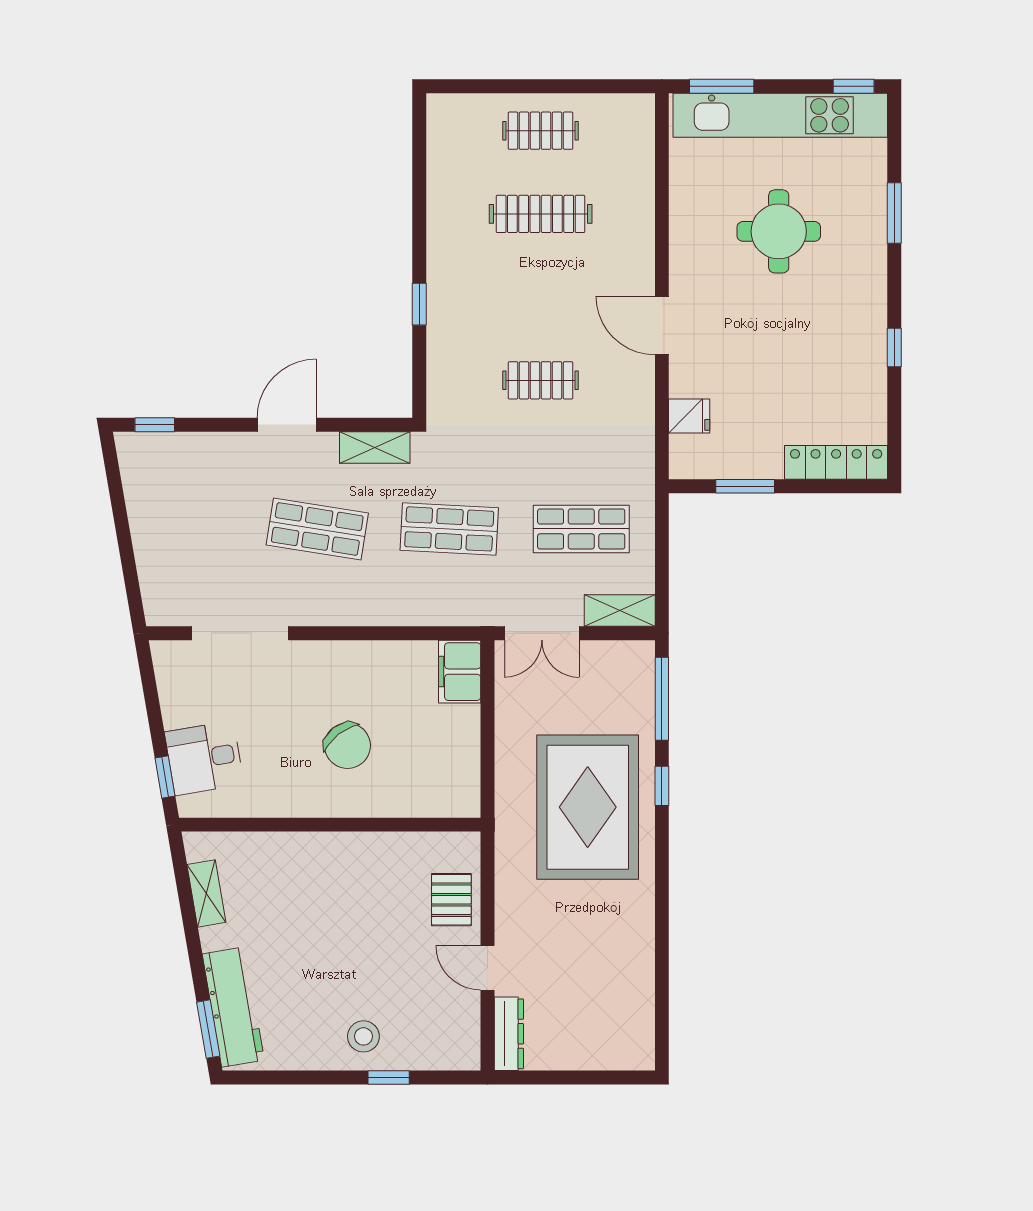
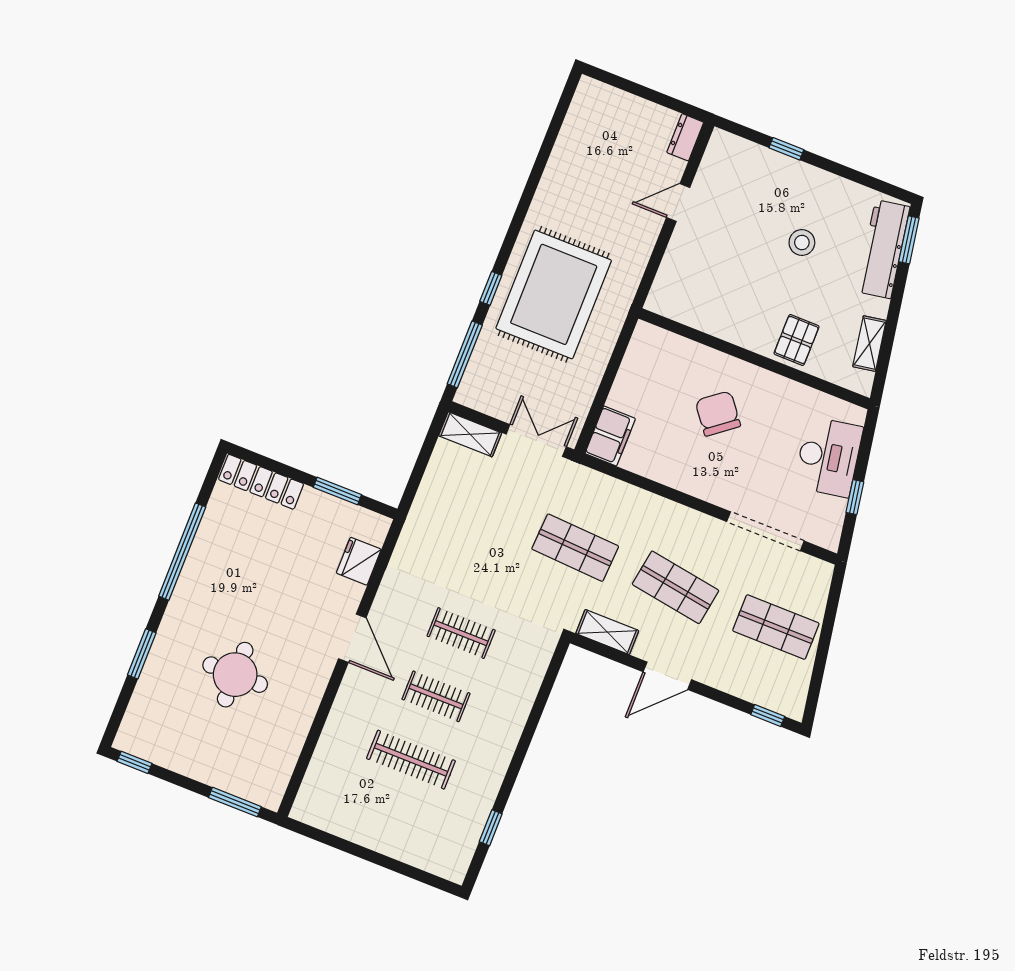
kitchen unit: (780, 115) -> (199, 762), removed
clothes rail: (541, 131) -> (436, 696), moved
window: (419, 304) -> (491, 828), moved
window: (894, 347) -> (182, 552), width x3.17
fridge: (689, 416) -> (359, 561), width x1.38
shop shelf: (581, 529) -> (776, 627), moved
desk: (204, 758) -> (828, 457), width x1.37
window: (165, 777) -> (855, 497), moved
pallet: (451, 900) -> (797, 340), moved
door: (488, 968) -> (678, 202), swing flipped
dresser: (509, 1034) -> (685, 137), width x0.70
stool: (363, 1036) -> (802, 242), moved

